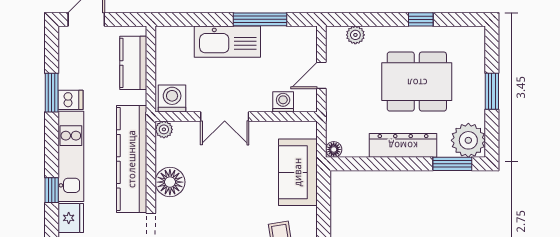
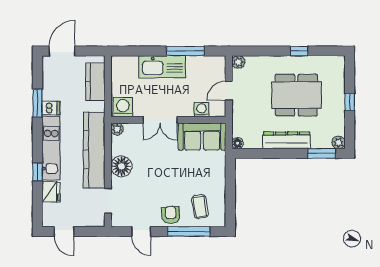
plant: (355, 35) -> (238, 62), moved
window: (492, 91) -> (350, 102), width x0.67
plant: (468, 140) -> (339, 142), width x0.53, depth x0.53
sofa: (298, 172) -> (202, 137), moved, turned -90

